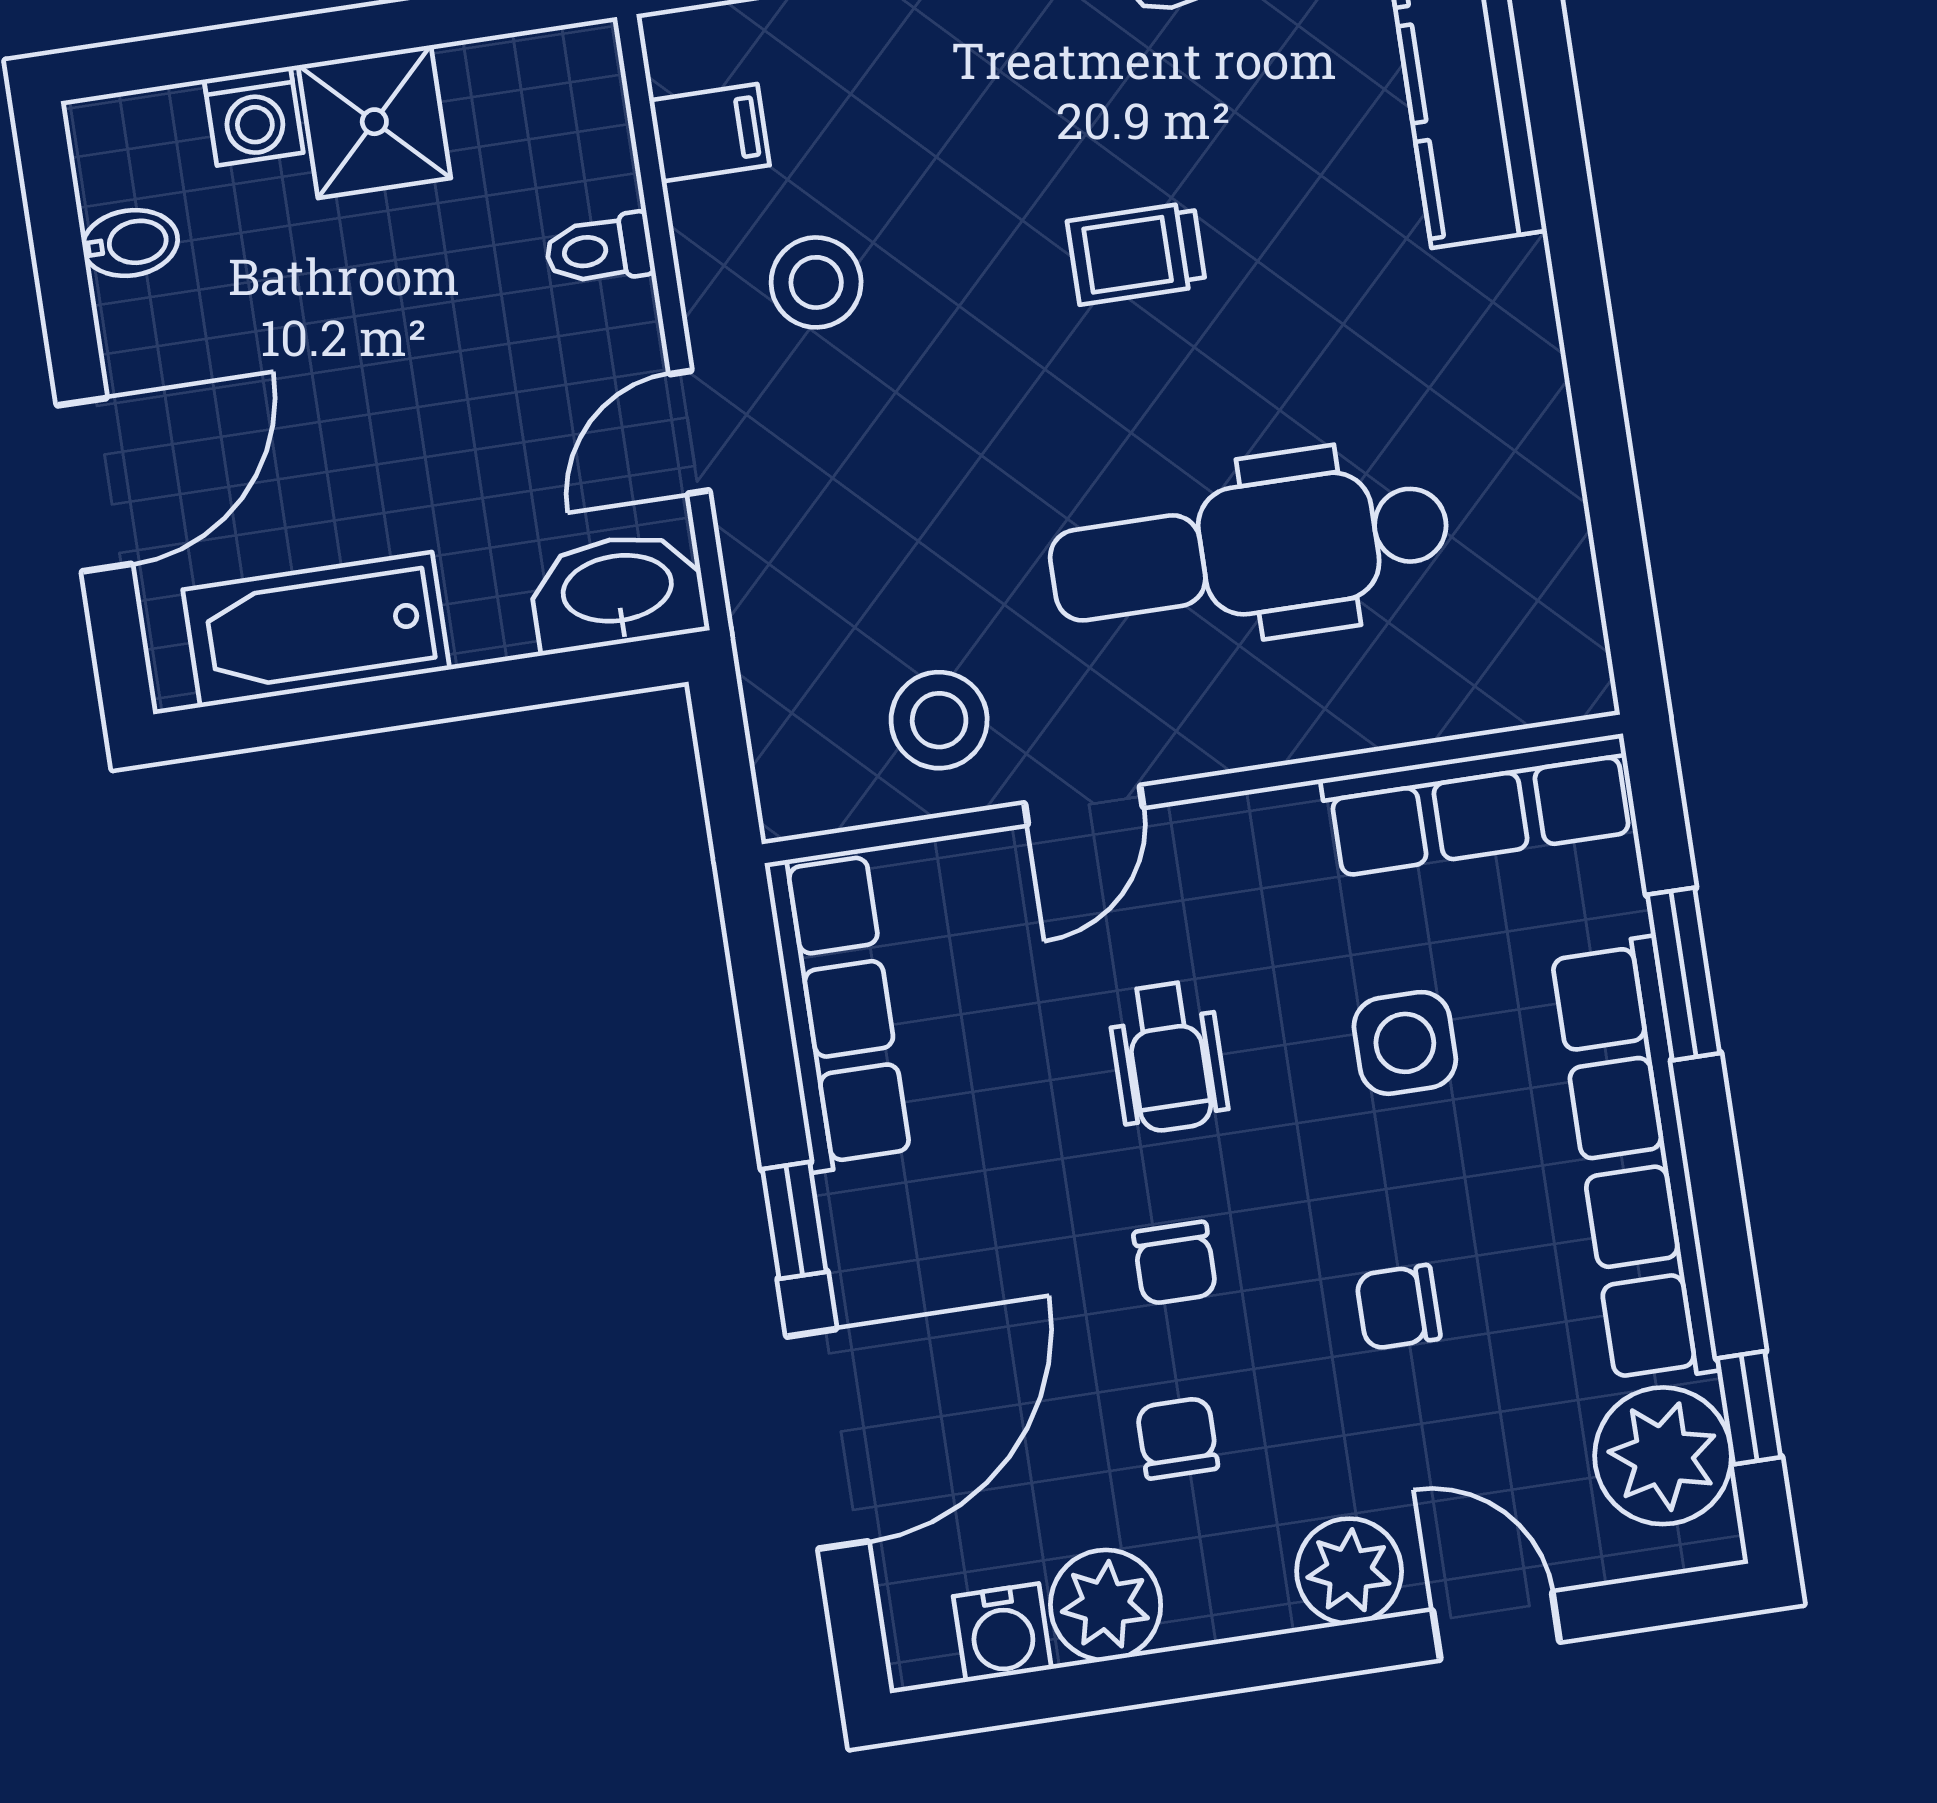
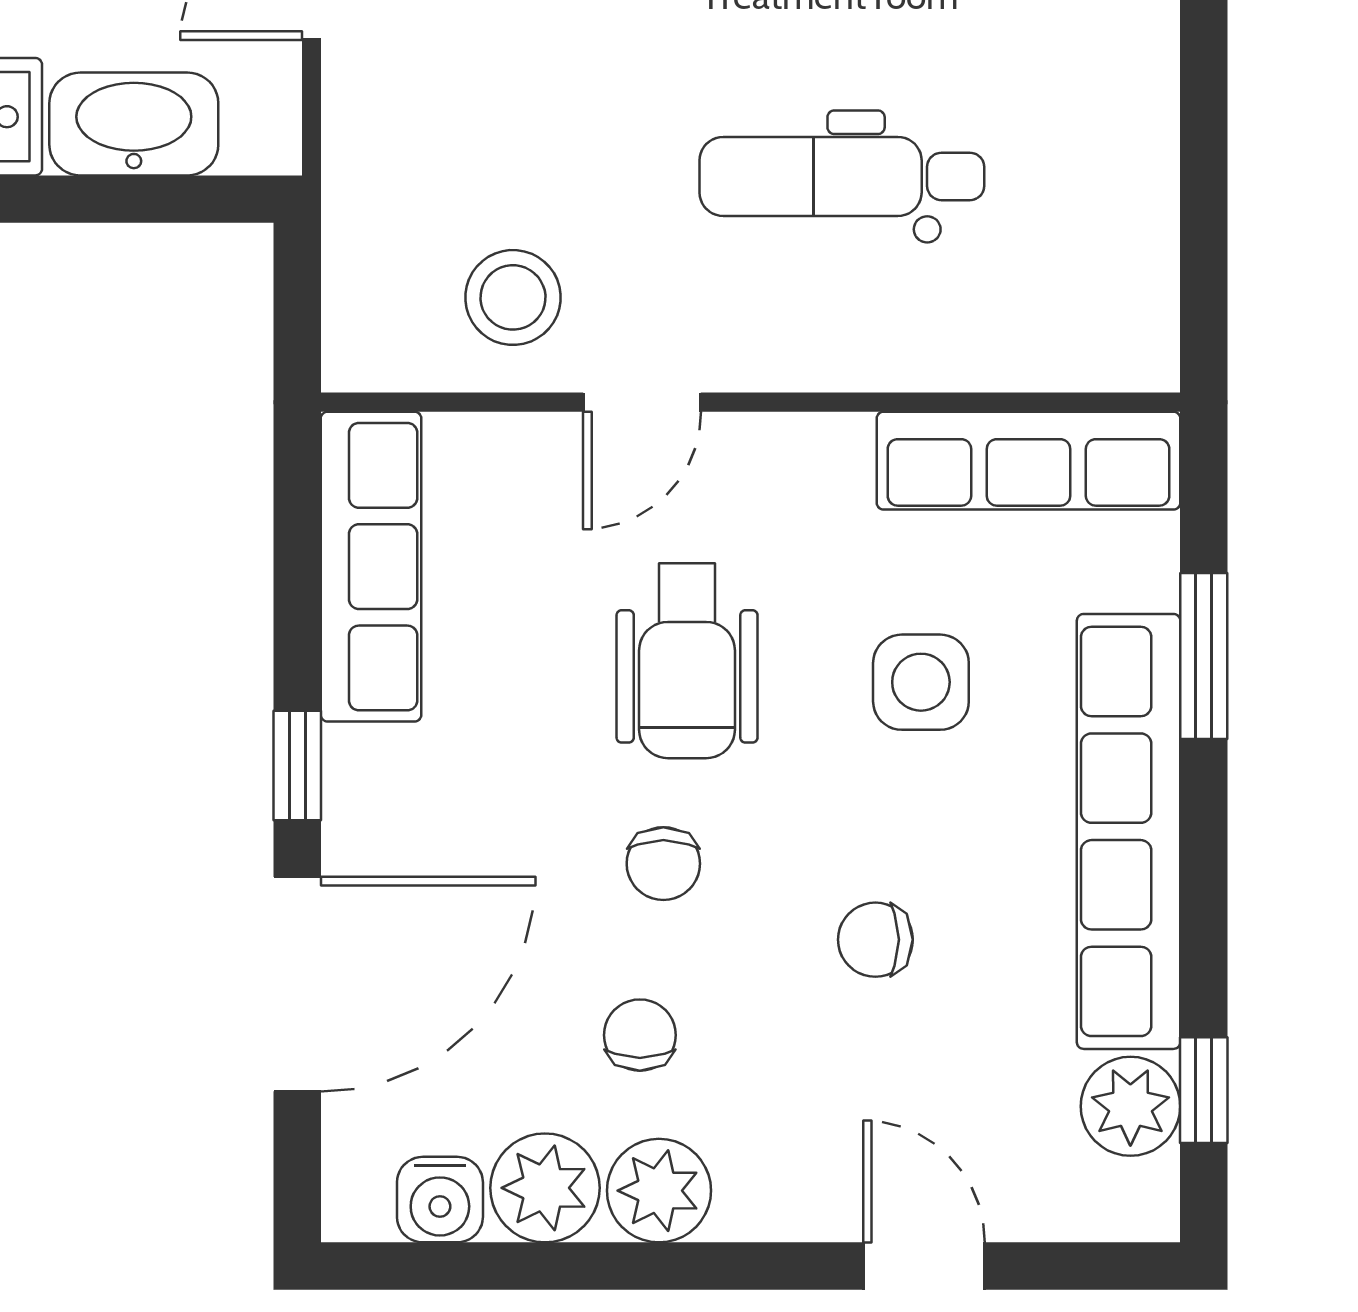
dental chair: (1249, 550) -> (842, 176), width x0.73, depth x0.72
washbasin: (618, 591) -> (134, 124), moved
wheelchair: (1168, 1057) -> (687, 661), width x1.36, depth x1.37
plant: (1663, 1456) -> (1130, 1106), width x0.73, depth x0.73
plant: (1349, 1571) -> (659, 1191), moved

